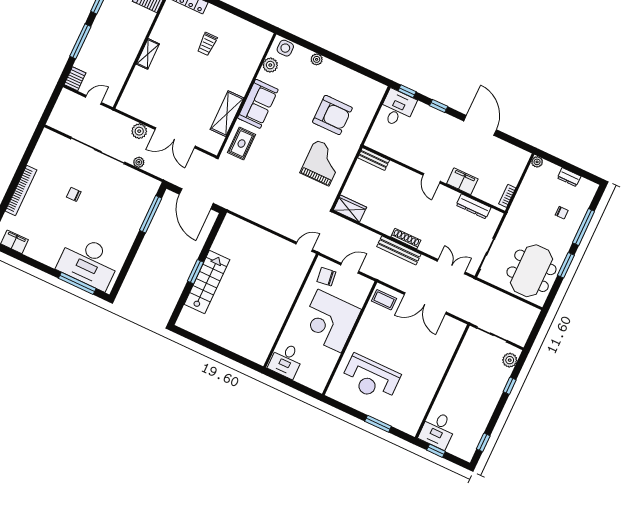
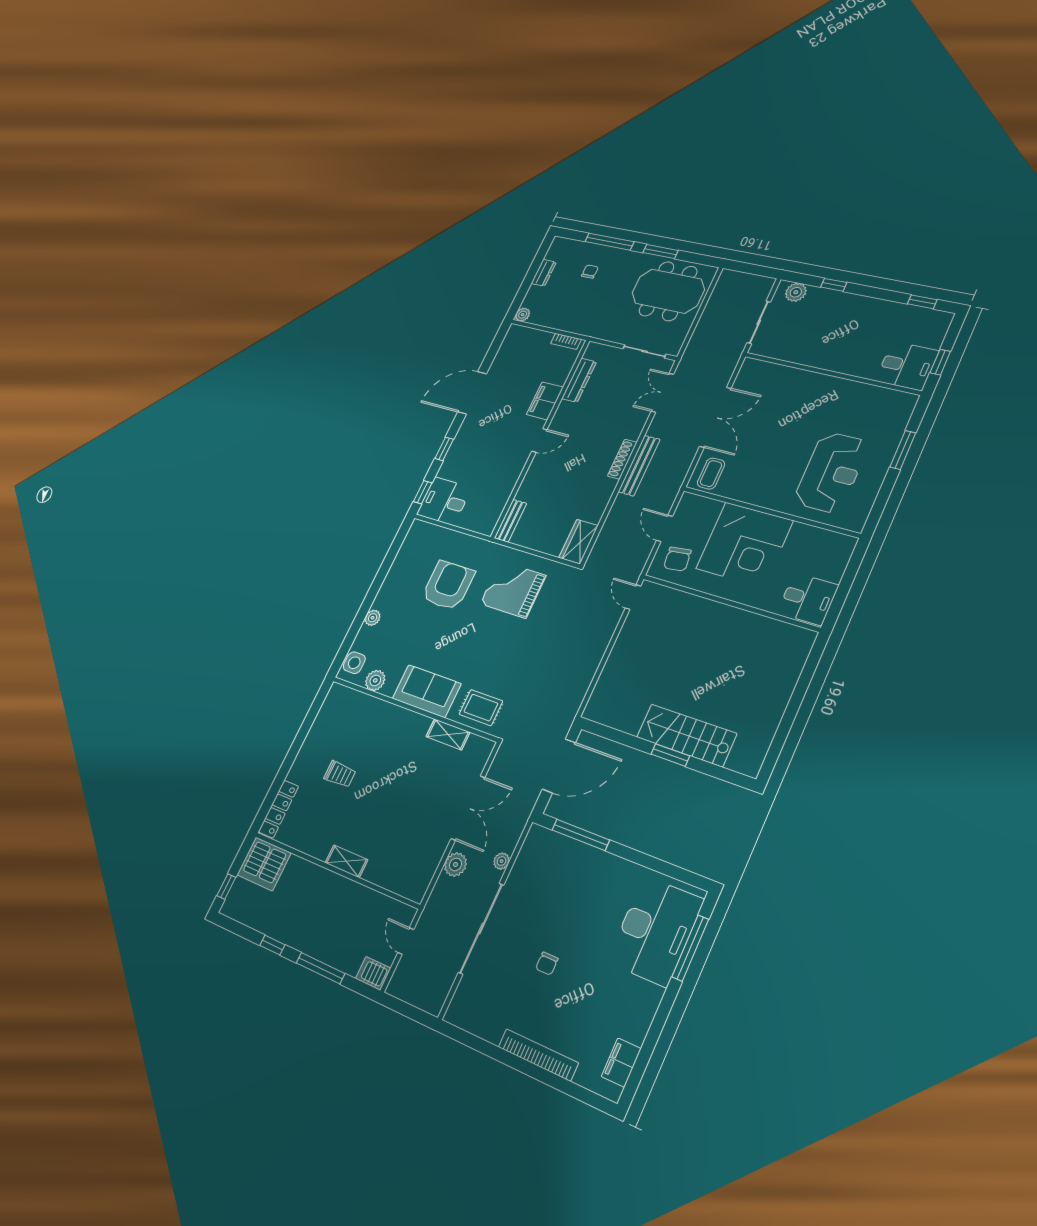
shelving: (227, 114) -> (448, 734), width x0.67, depth x0.75

